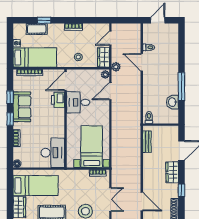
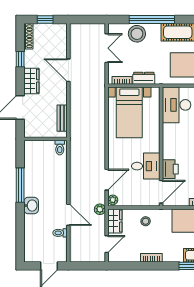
washbasin: (172, 102) -> (31, 206), moved
dresser: (80, 175) -> (144, 78), added
double door: (110, 199) -> (107, 48), swing flipped
door: (142, 202) -> (68, 70), moved

